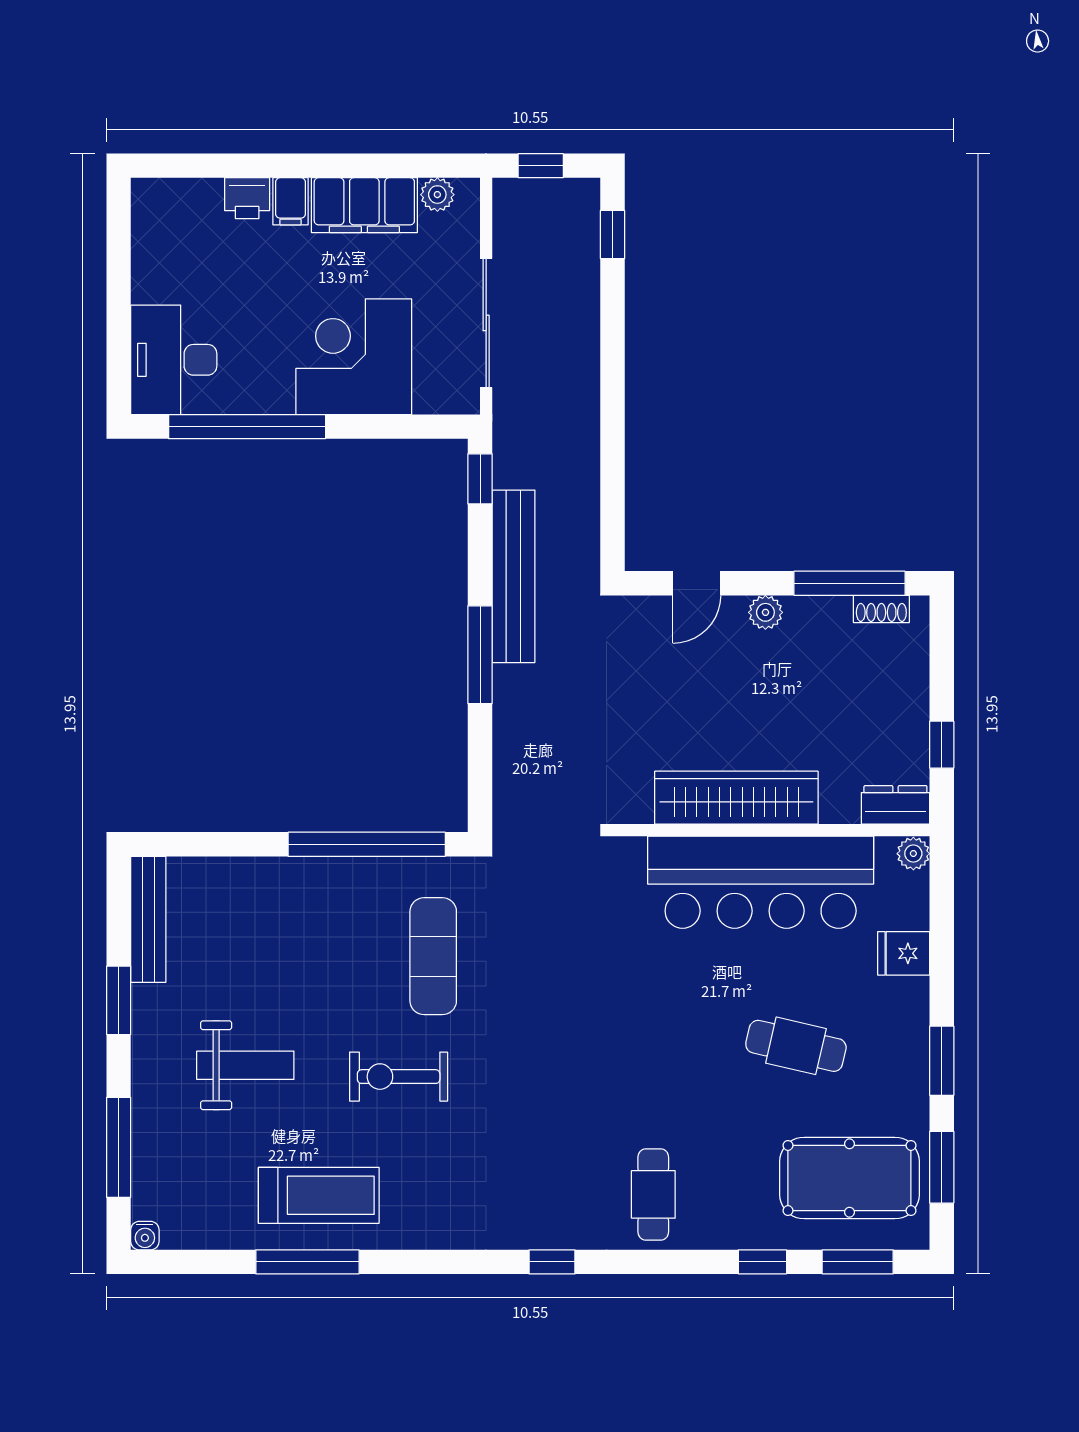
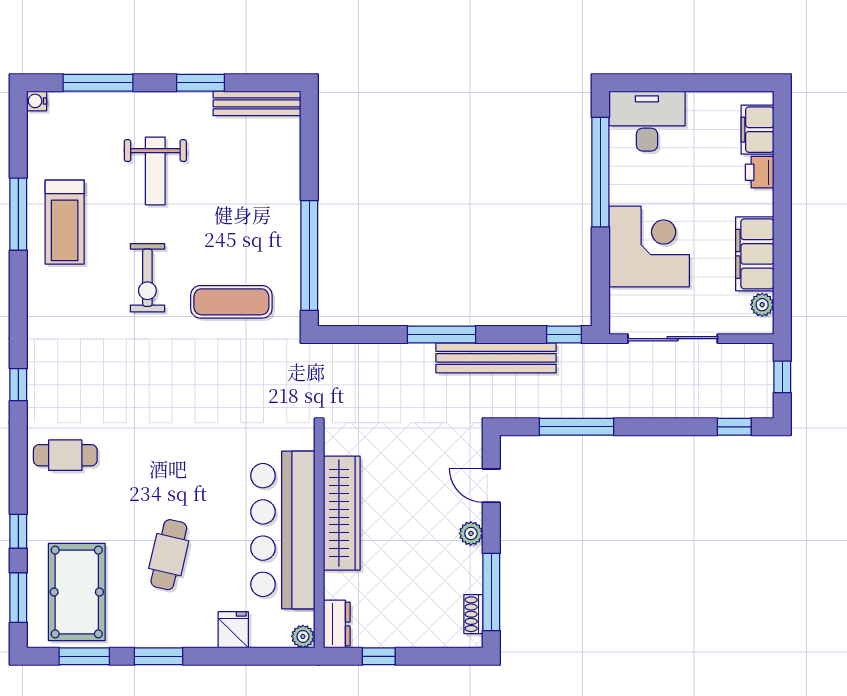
filing cabinet: (291, 201) -> (757, 130), moved, width x2.00
window: (613, 461) -> (576, 427), added
exercise bike: (399, 1077) -> (147, 278), turned 180

